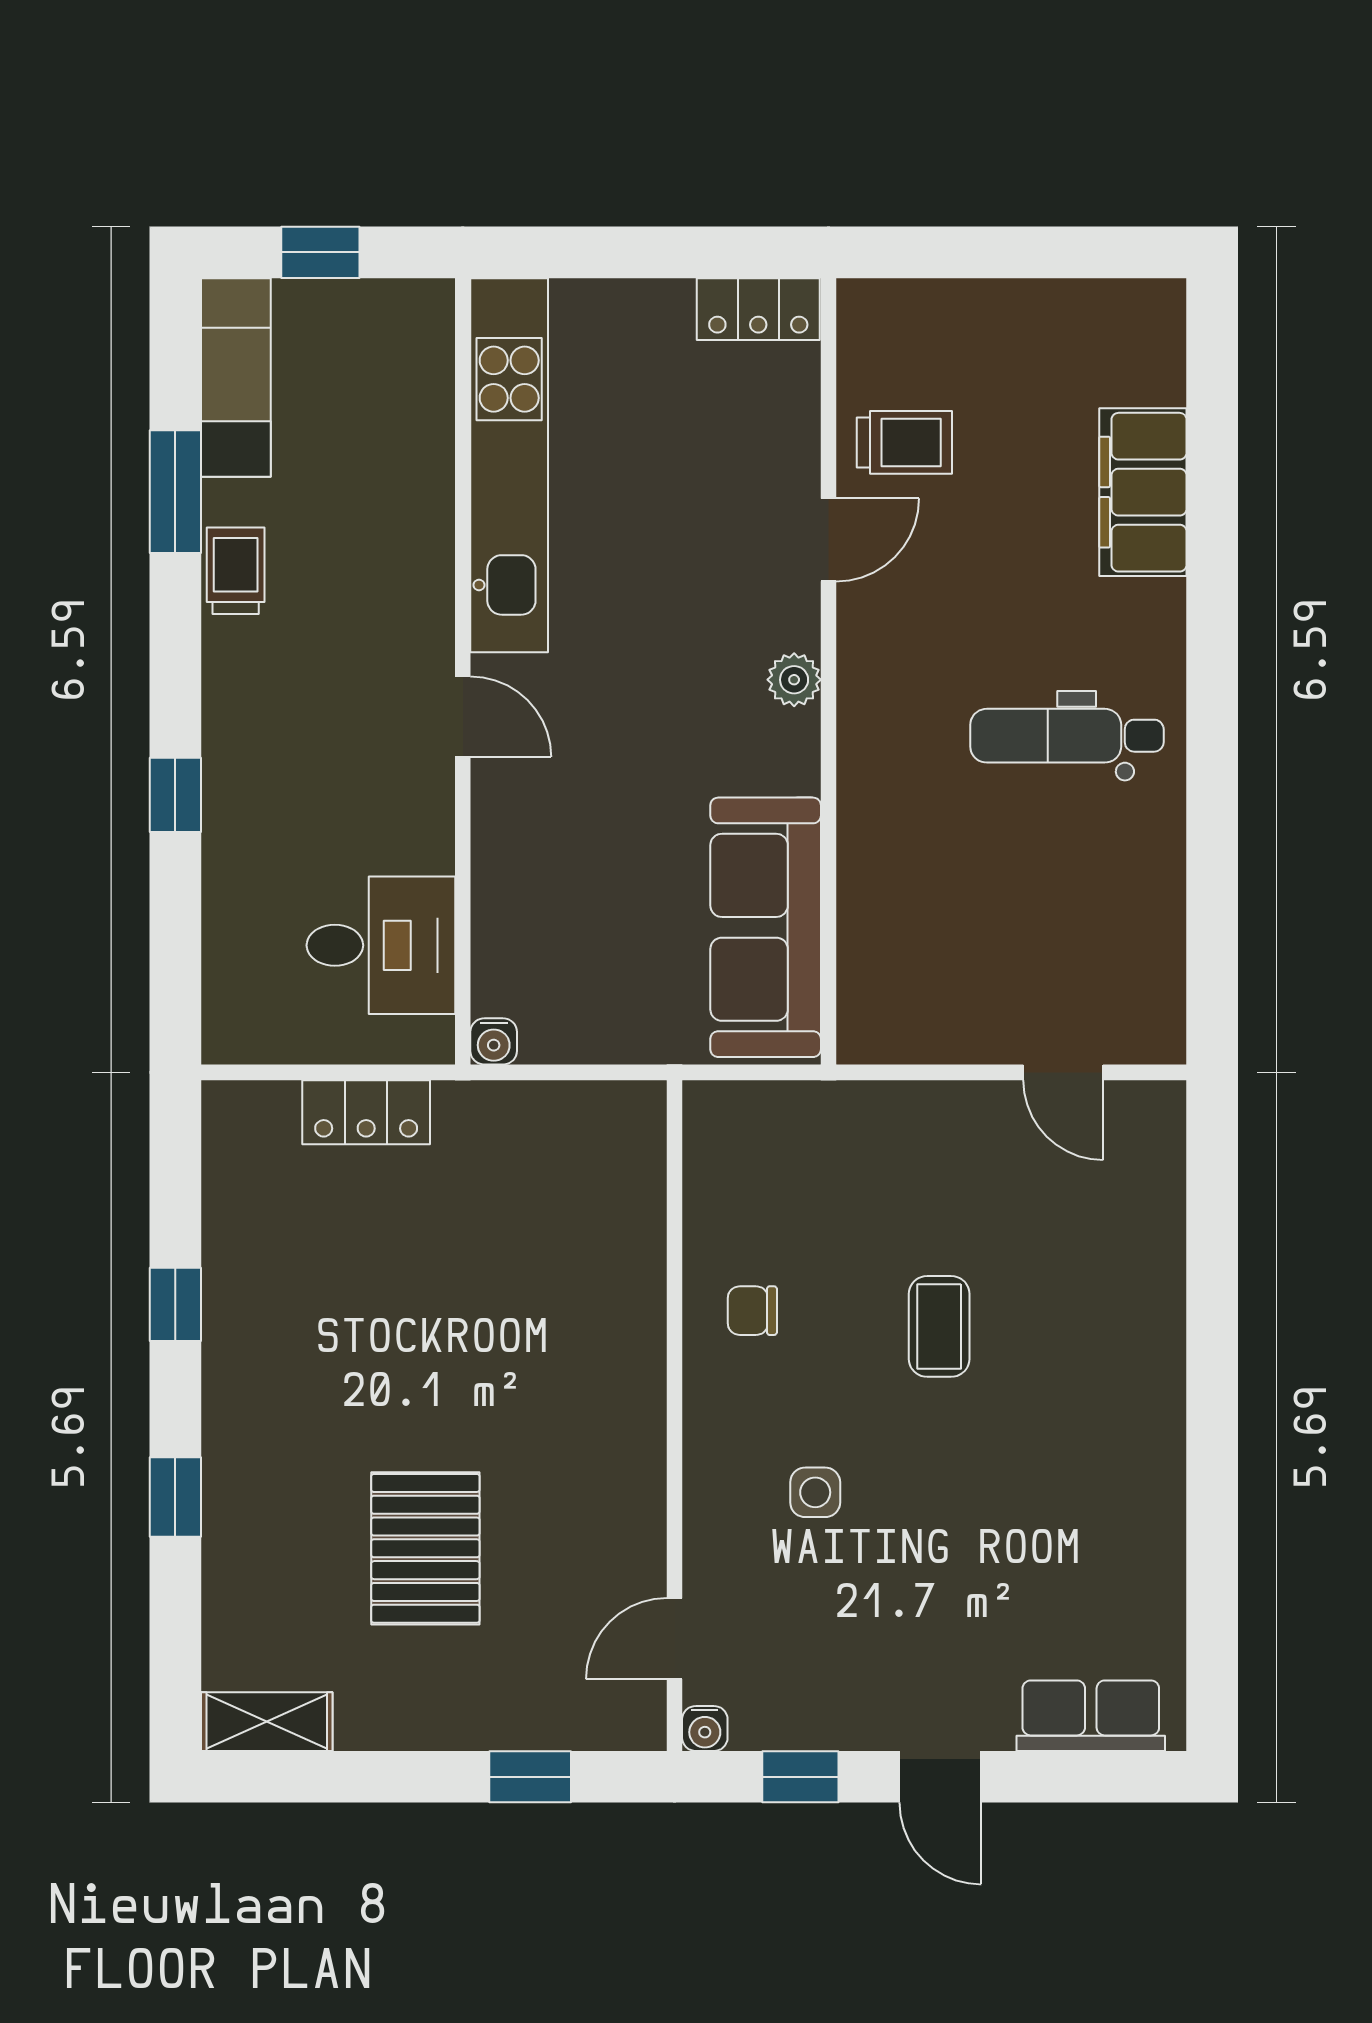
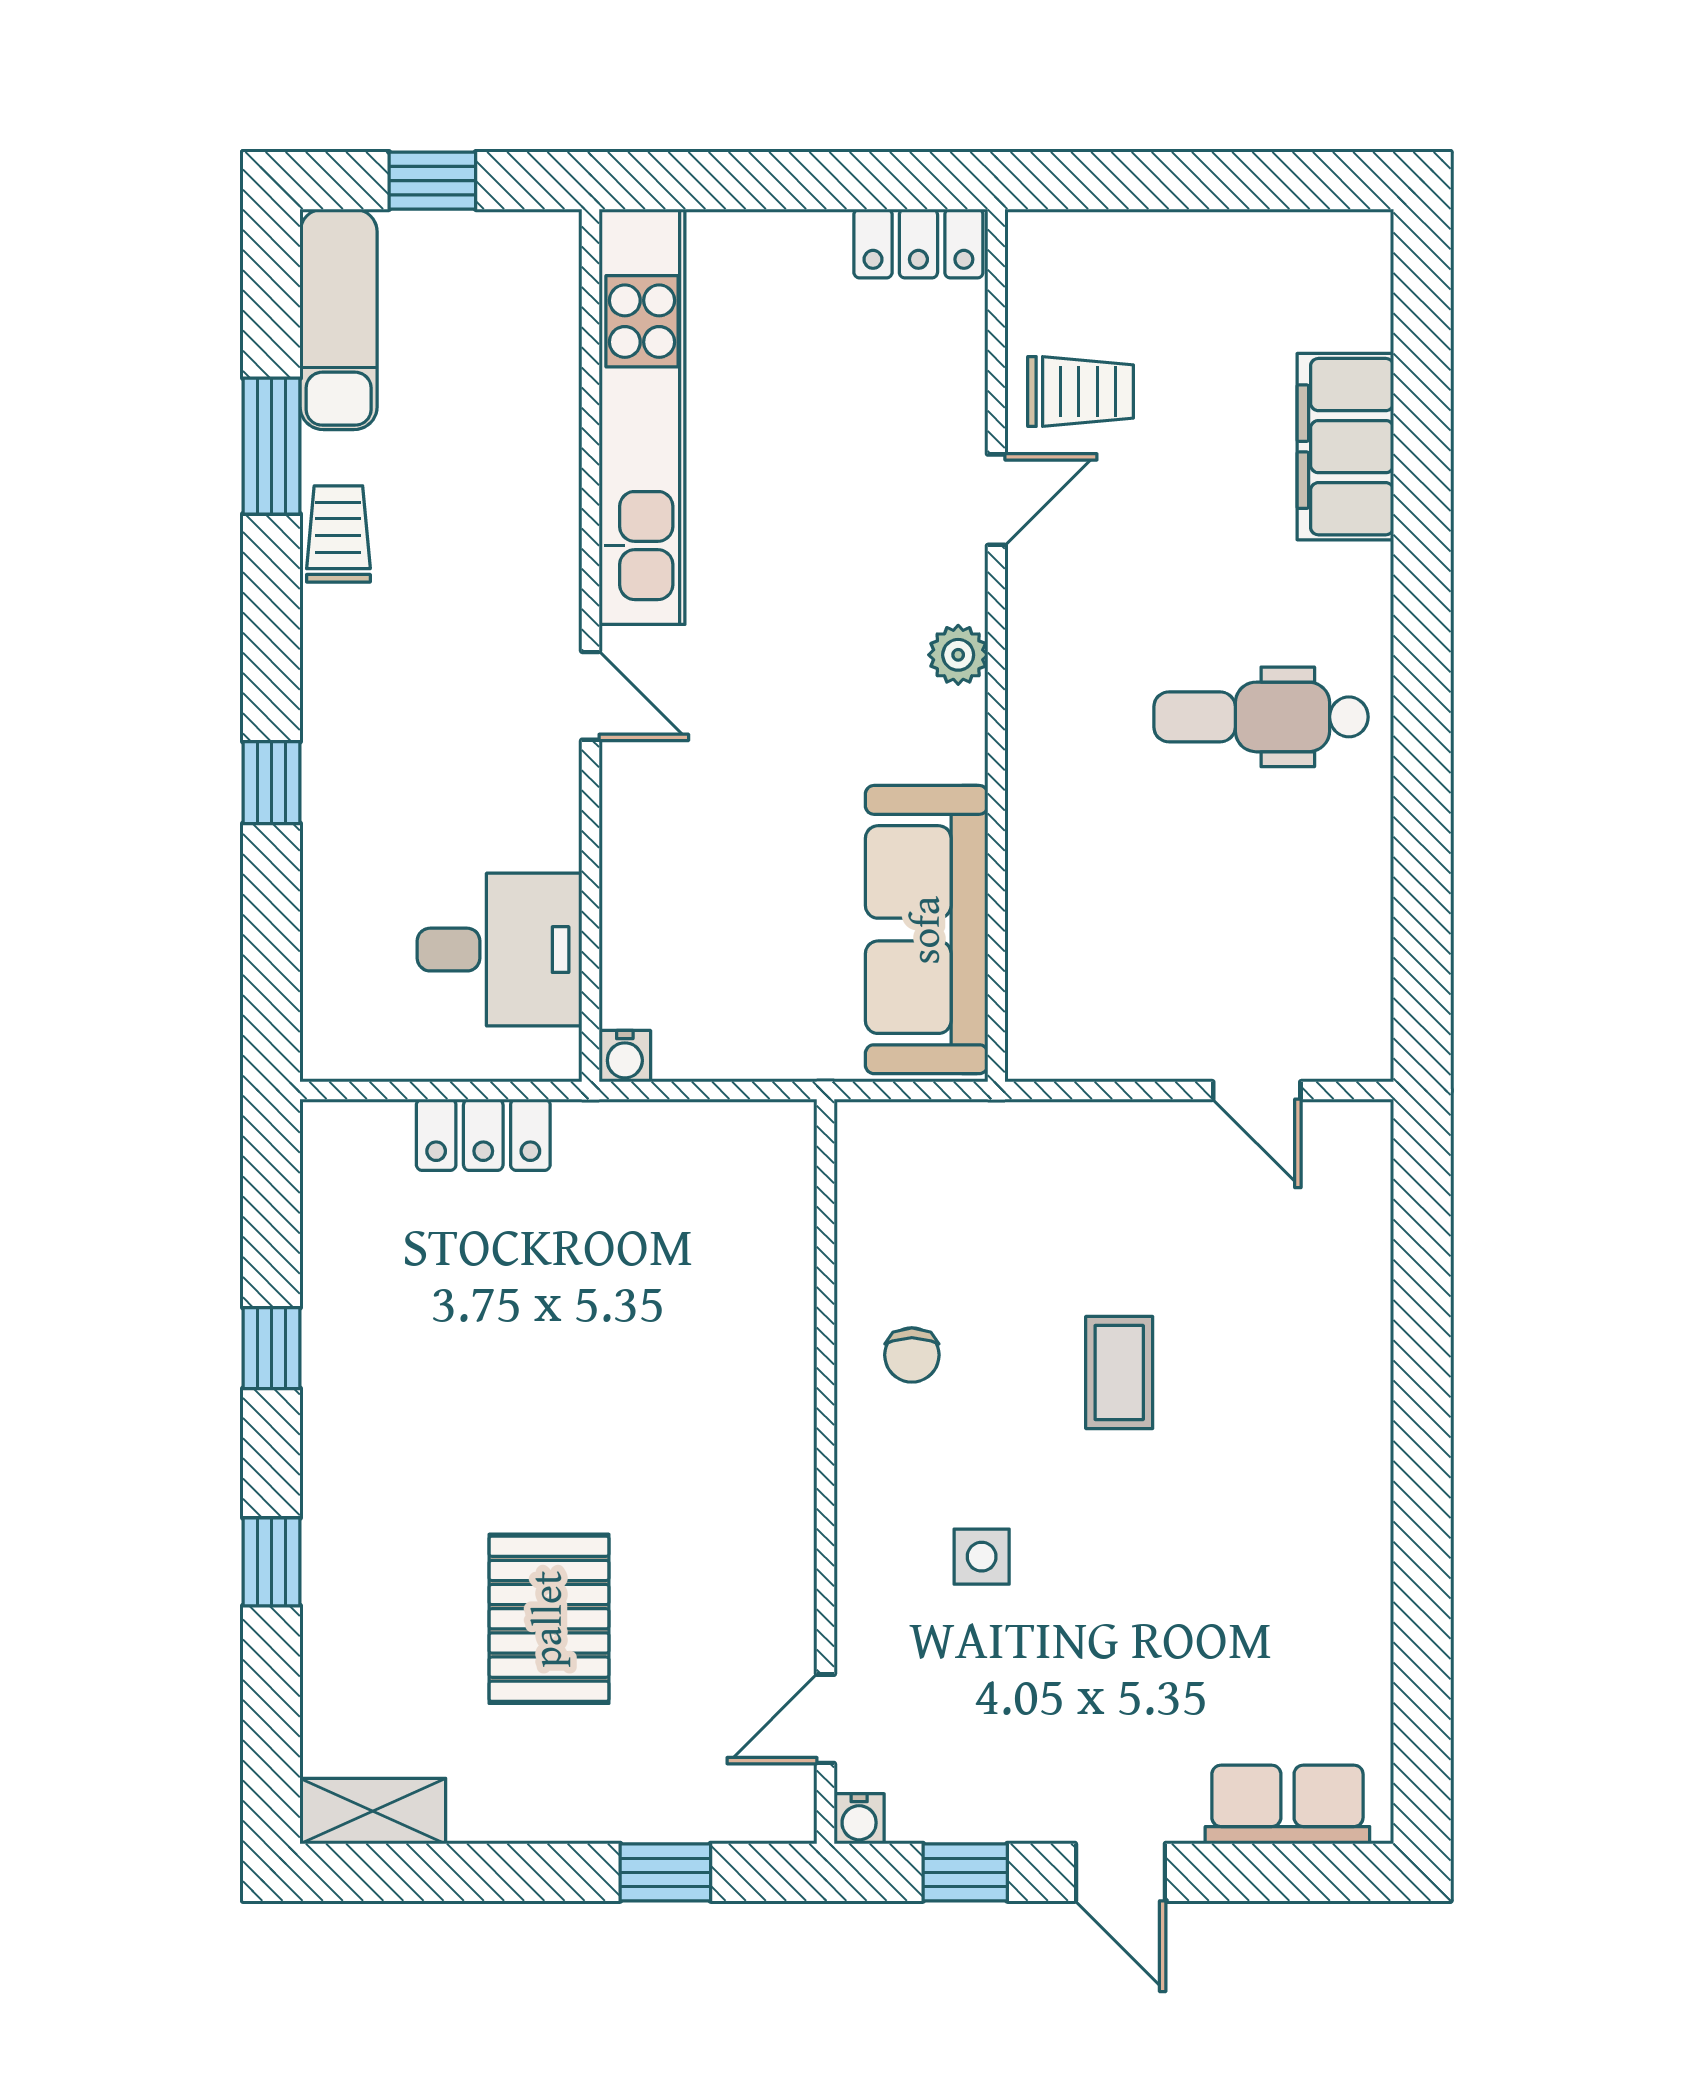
chair: (752, 1311) -> (912, 1355), turned -90

